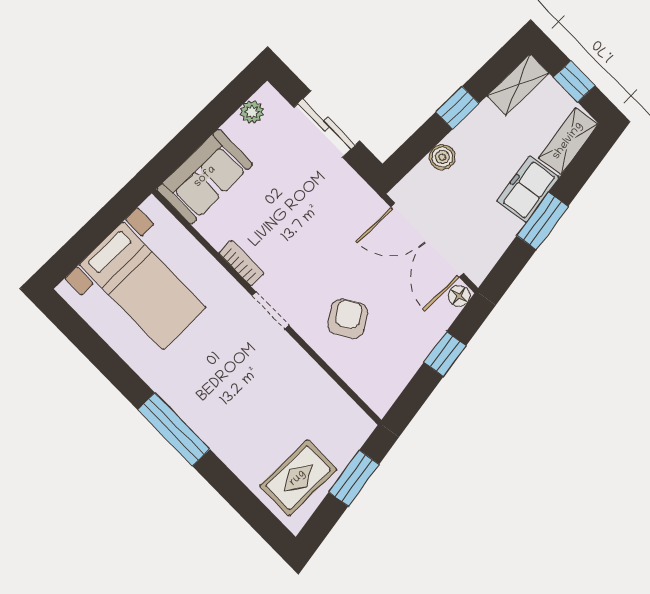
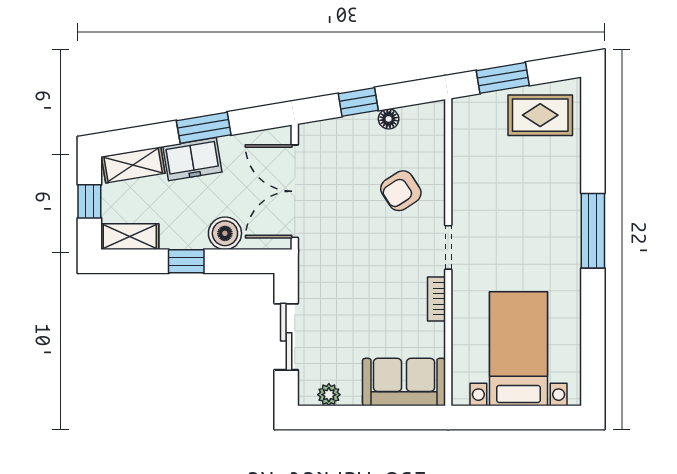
boiler: (442, 157) -> (225, 233), width x1.36, depth x1.36
double door: (427, 240) -> (295, 191), swing flipped
floor lamp: (459, 296) -> (389, 119), moved

